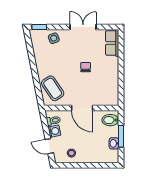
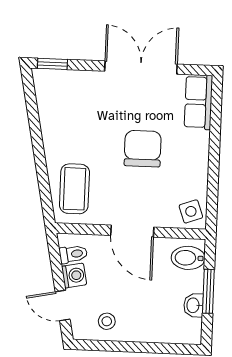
double door: (83, 27) -> (141, 68), width x1.37
side table: (54, 38) -> (191, 211), moved
chair: (86, 67) -> (143, 149), width x1.87, depth x1.87
coffee table: (53, 88) -> (74, 189), turned 34

